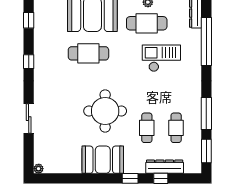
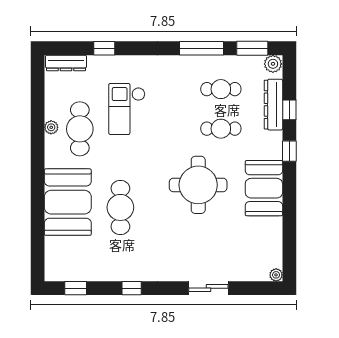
window: (206, 41) -> (104, 48), width x0.32
plant: (195, 166) -> (273, 64), added

